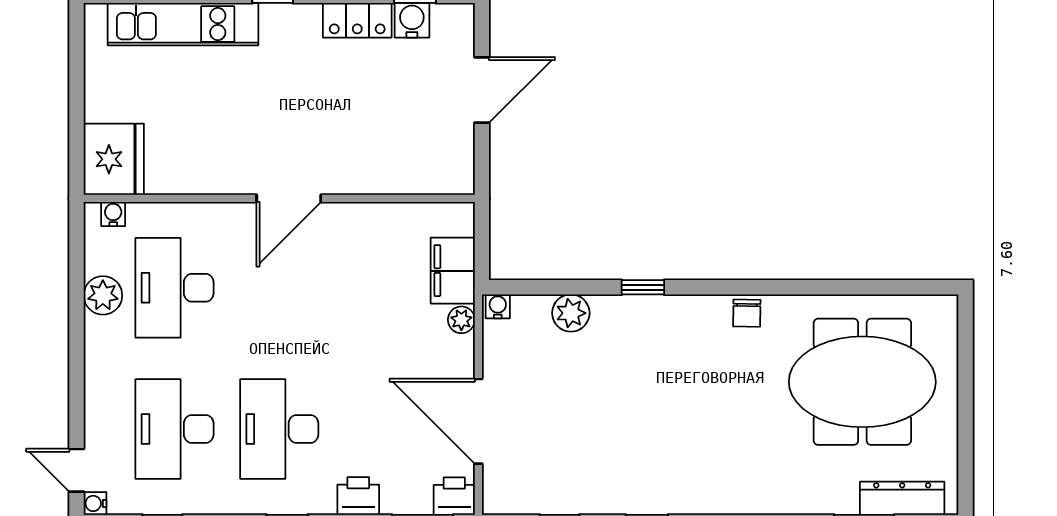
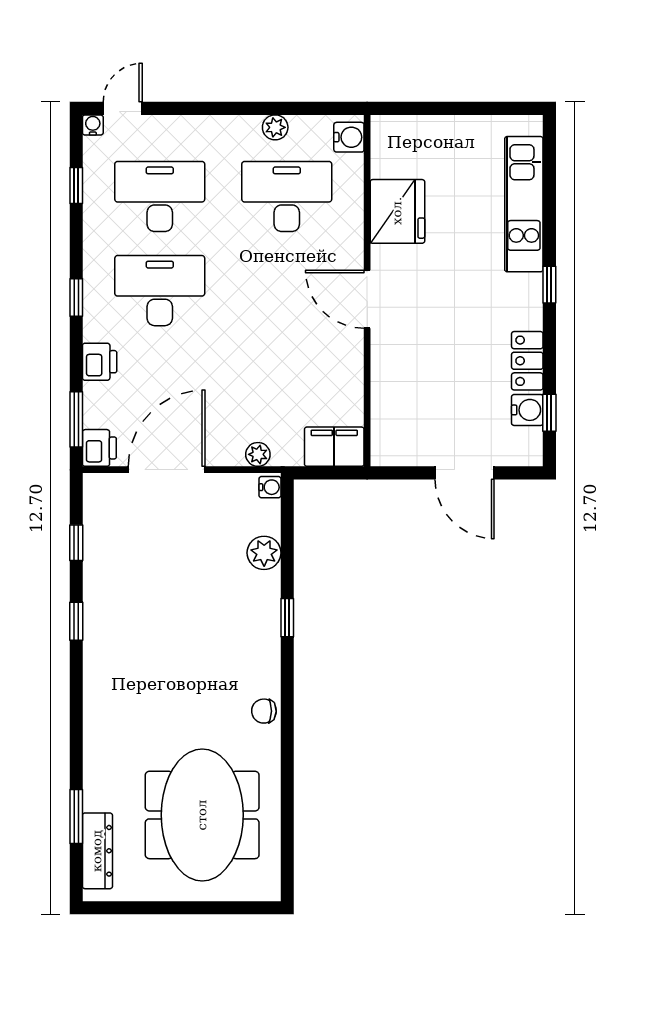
fridge: (114, 159) -> (397, 211), moved, turned -90
water cooler: (113, 214) -> (349, 137), width x1.38, depth x1.38
filing cabinet: (453, 271) -> (334, 447), moved
plant: (103, 295) -> (275, 127), width x0.73, depth x0.73

